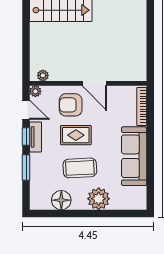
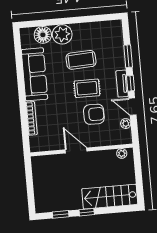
plant: (43, 75) -> (122, 153), moved
wall: (88, 83) -> (82, 150), moved
door: (94, 83) -> (76, 150), moved
floor lamp: (61, 200) -> (43, 35), moved

